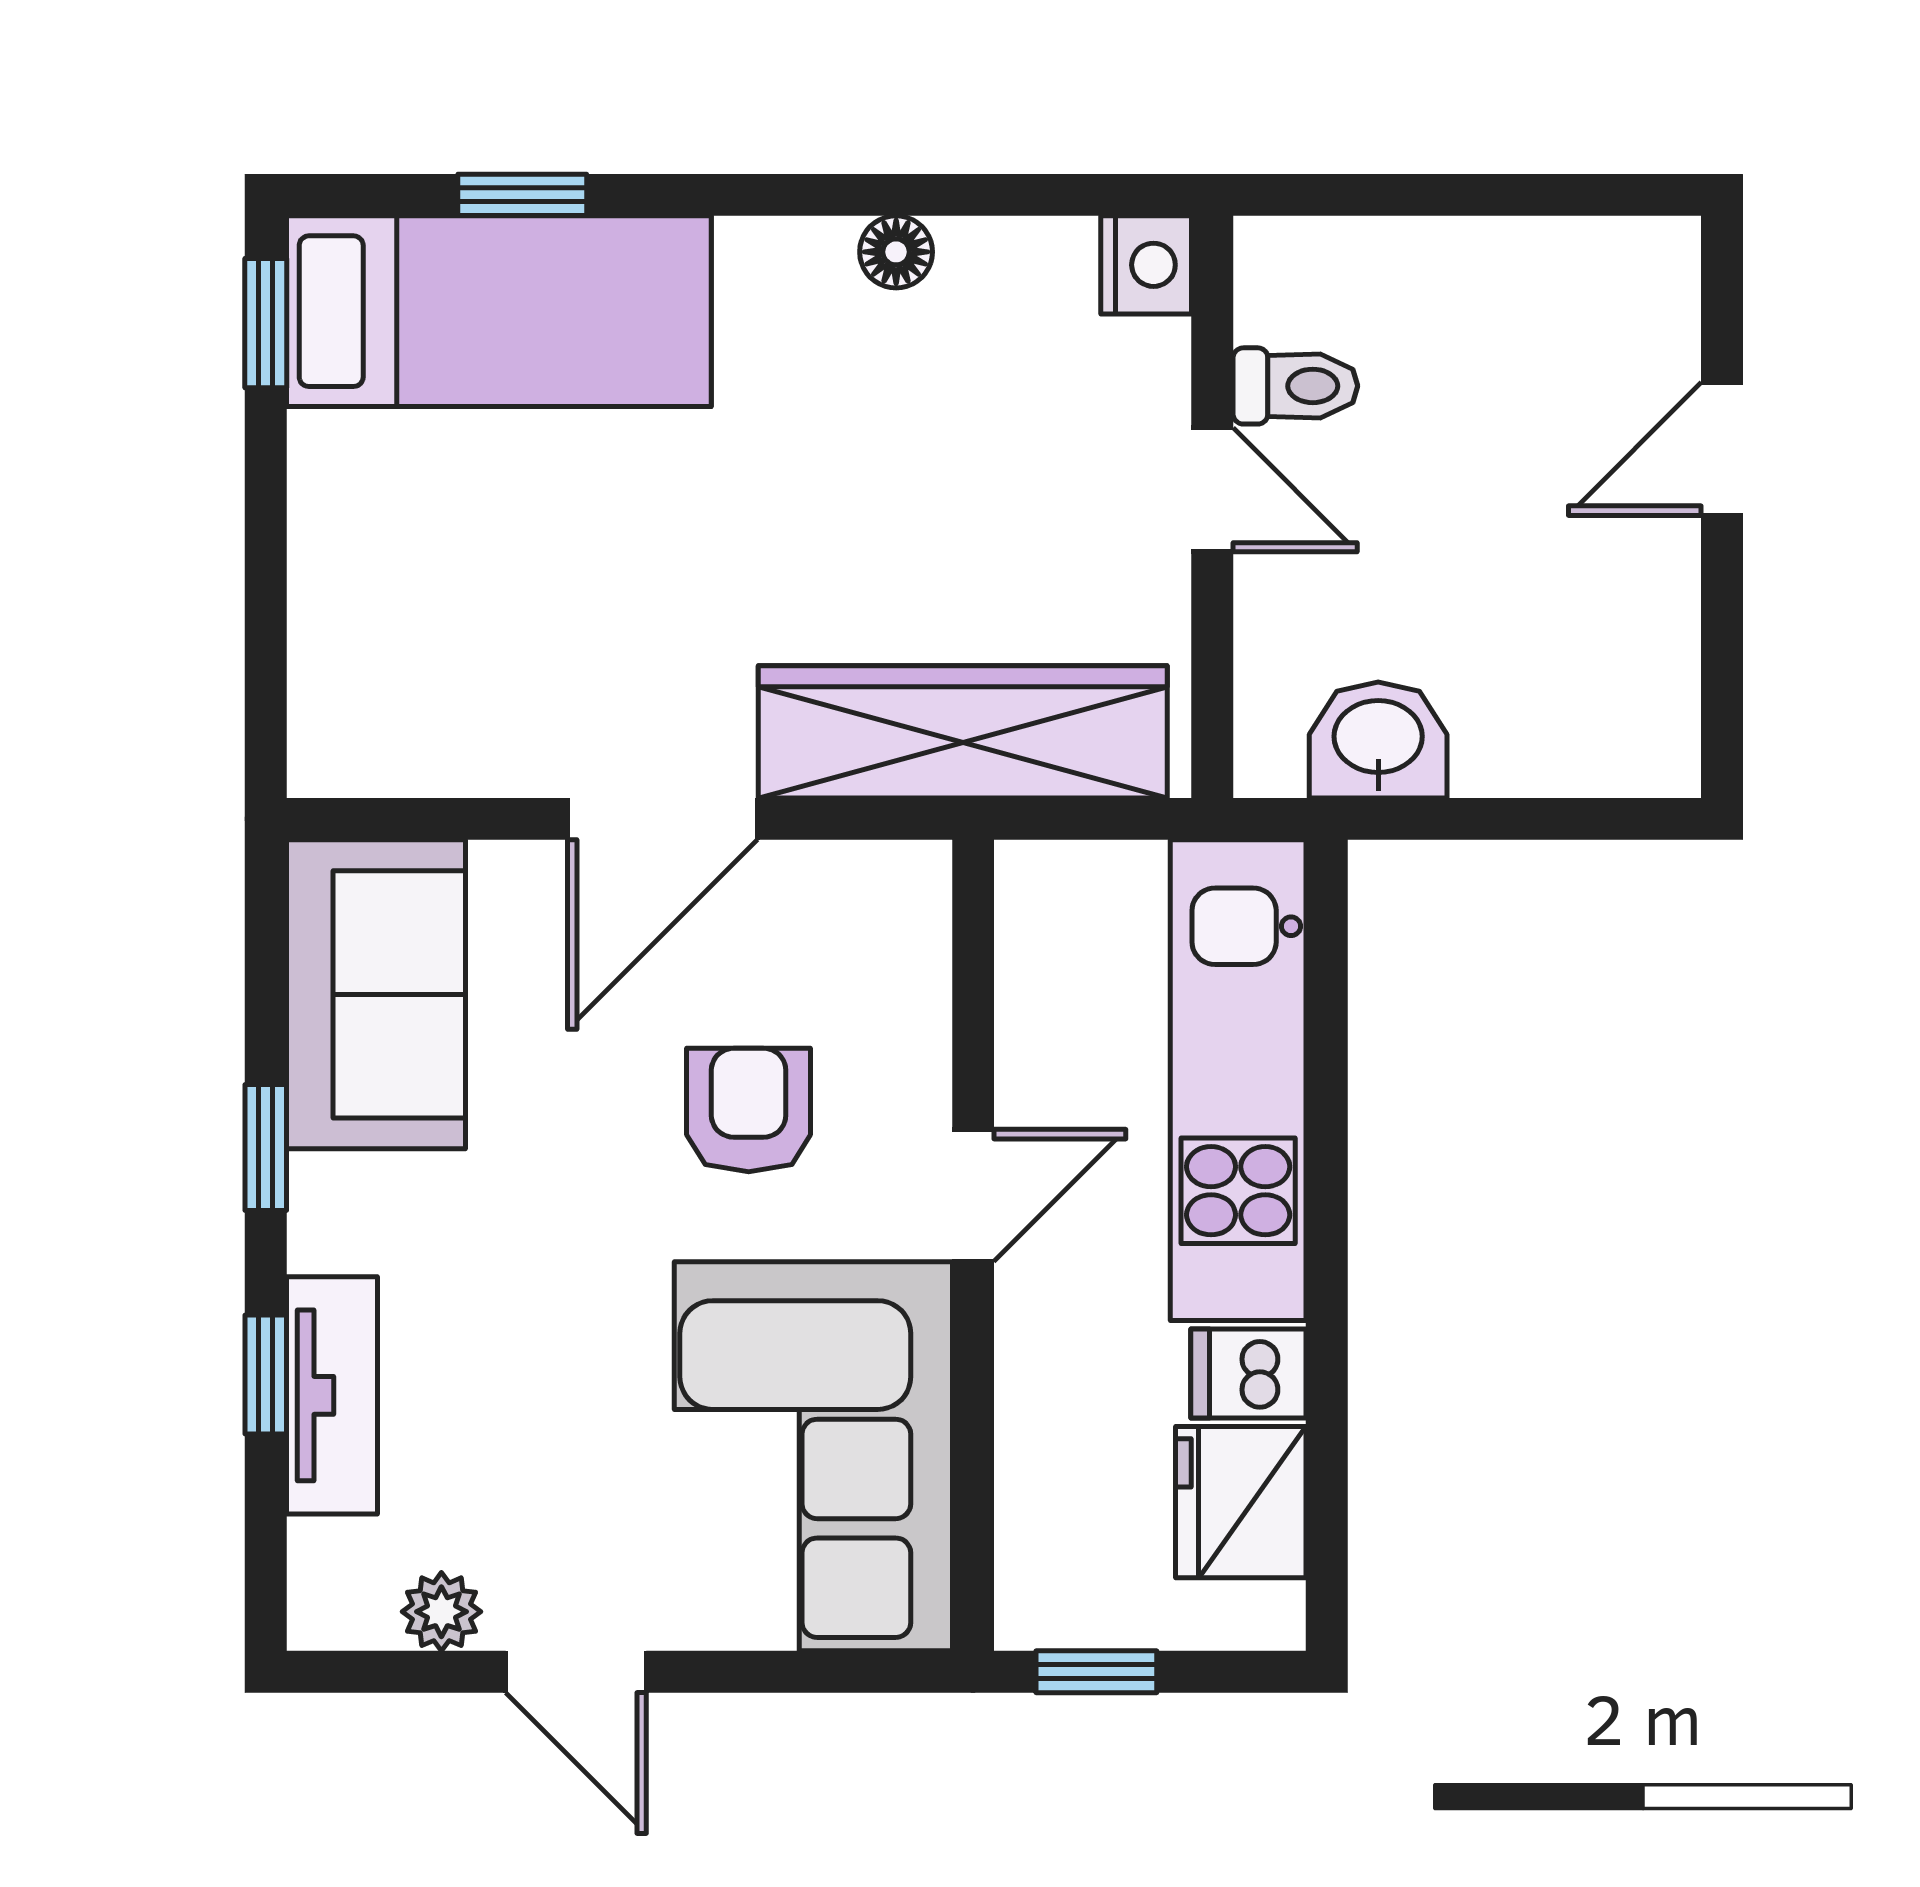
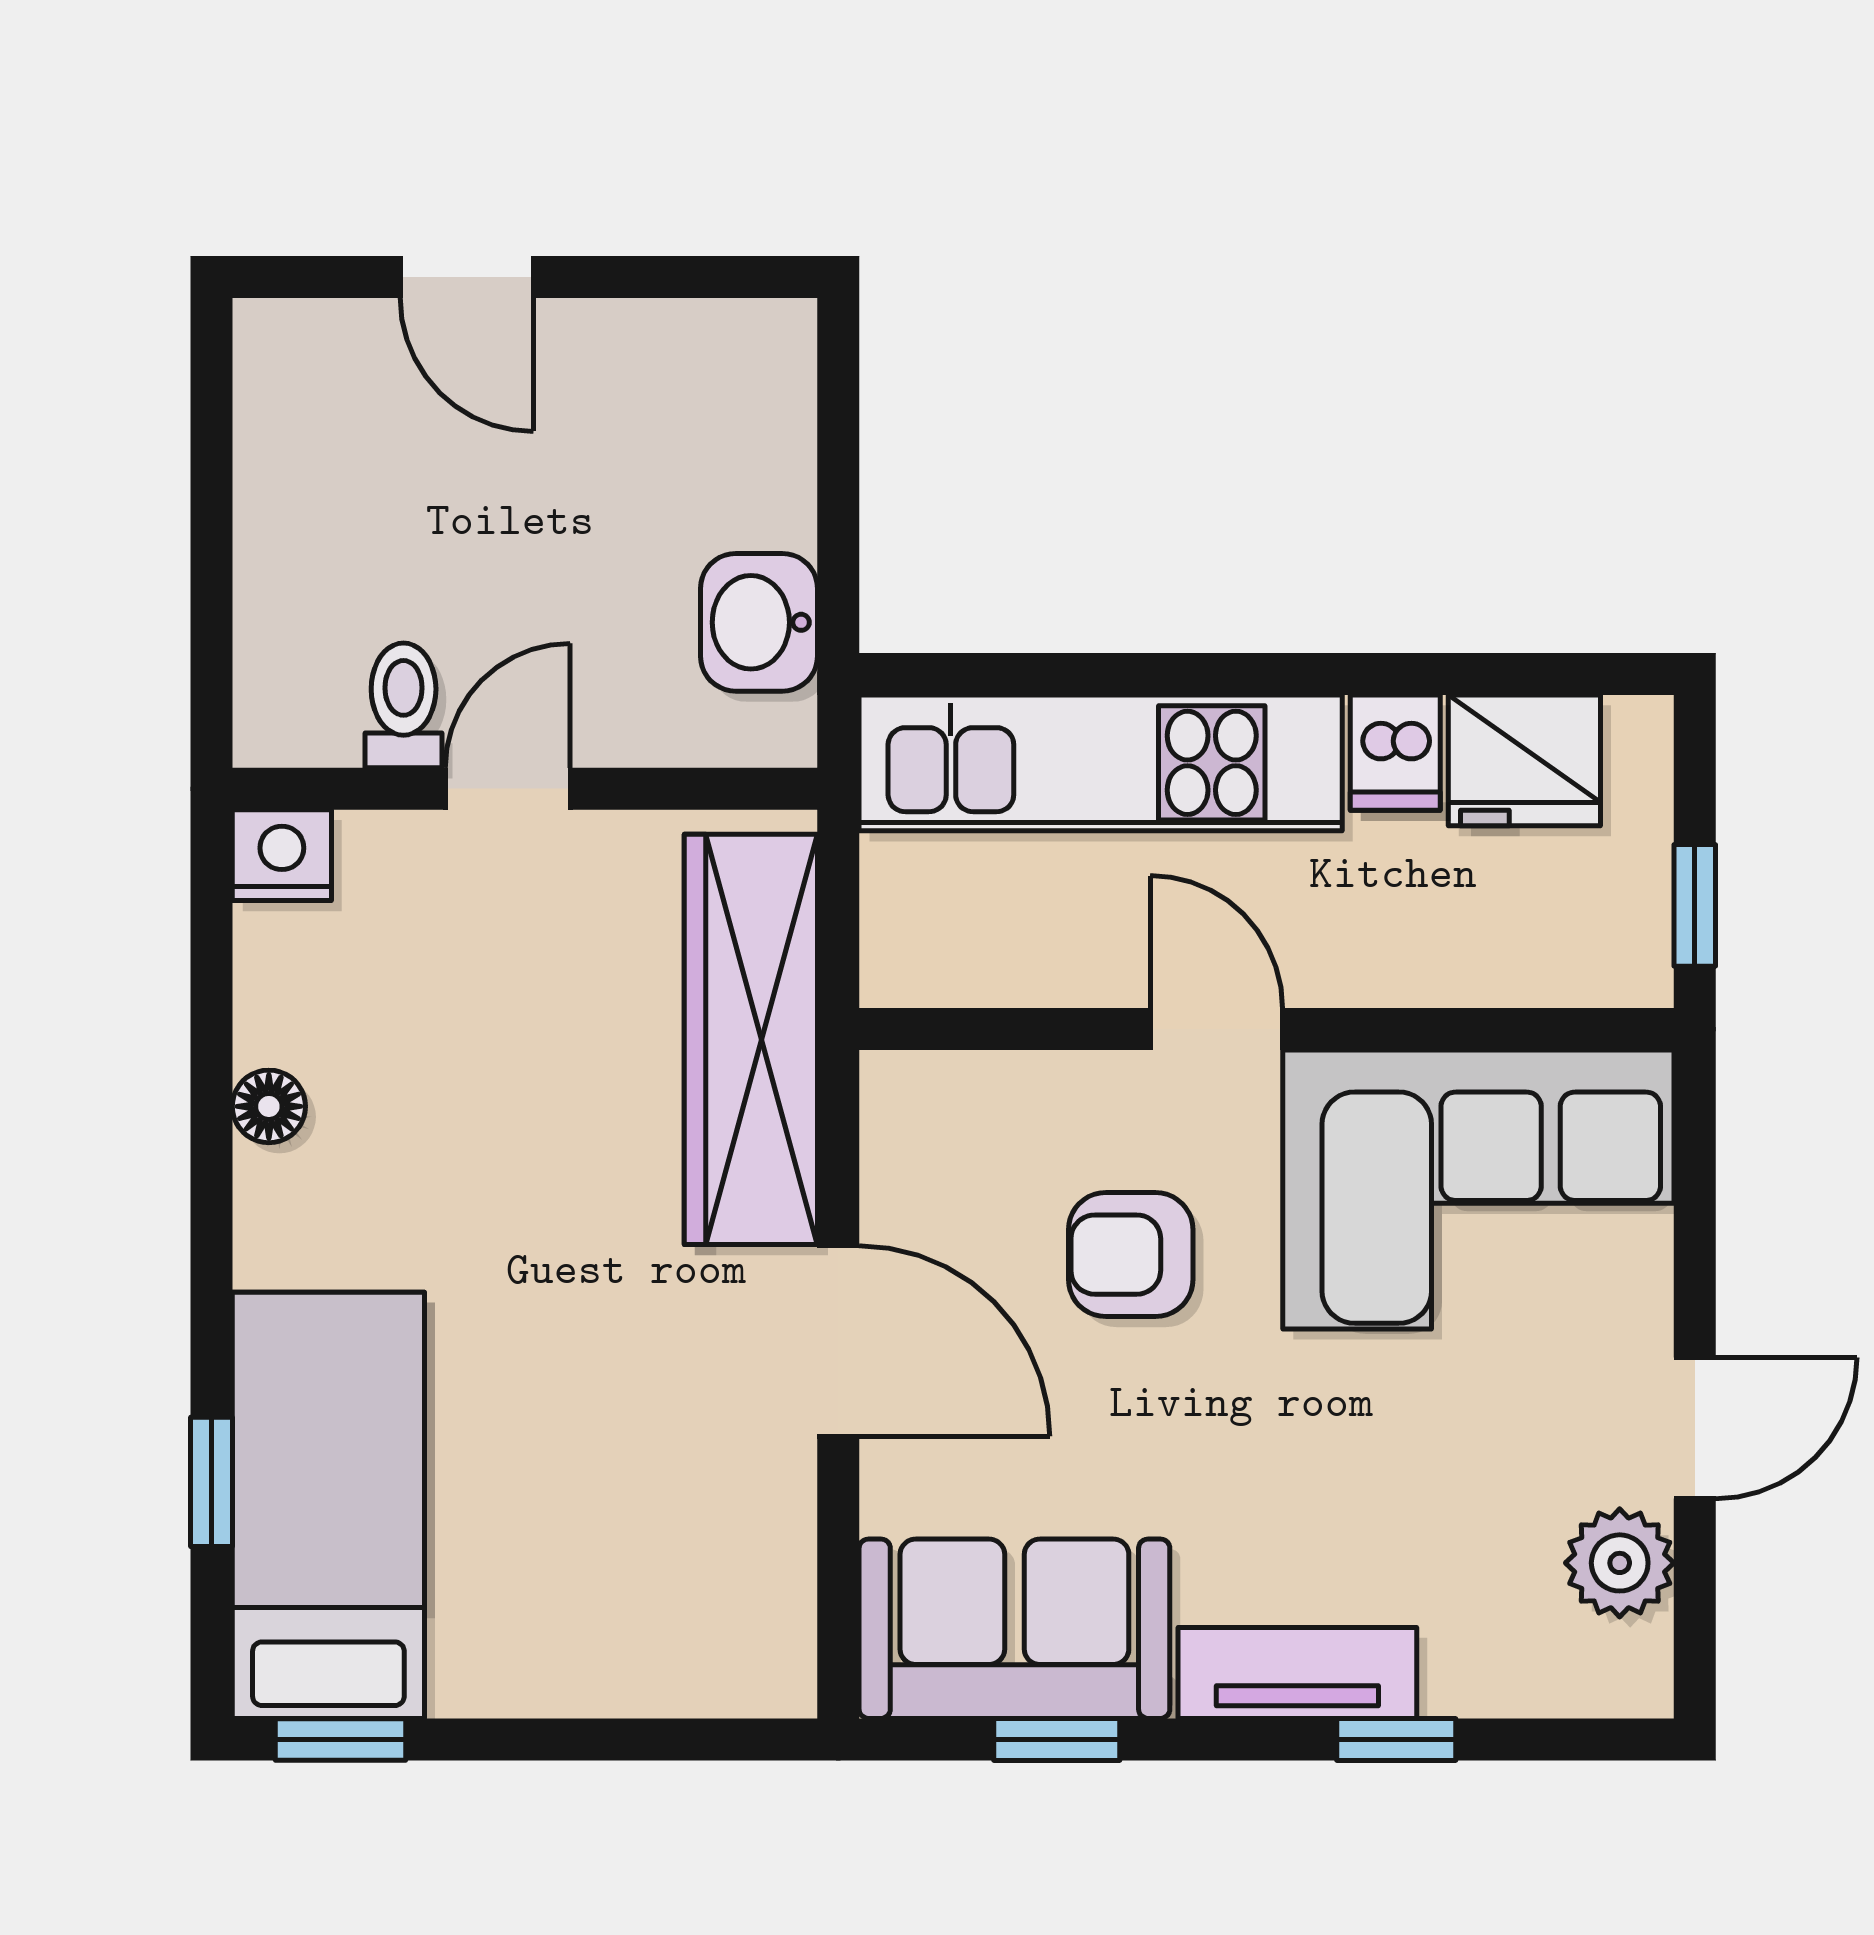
window: (266, 1148) -> (1057, 1739), moved
tv unit: (332, 1395) -> (1297, 1673), moved
plant: (441, 1612) -> (1620, 1563), width x1.38, depth x1.38

